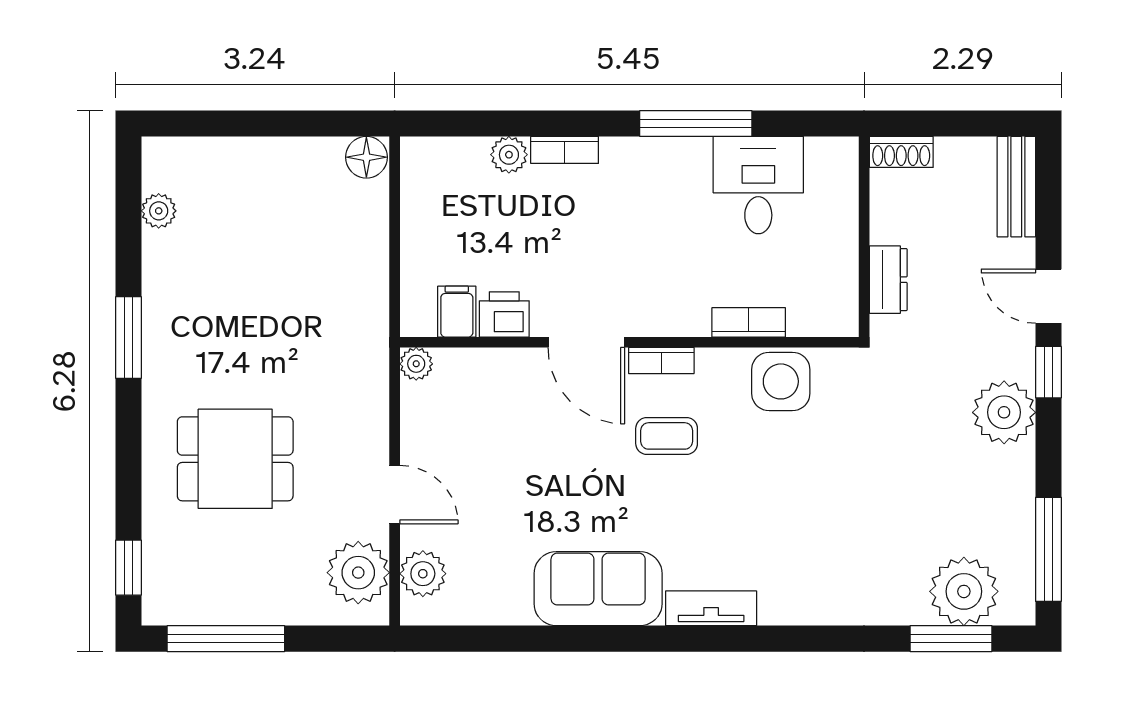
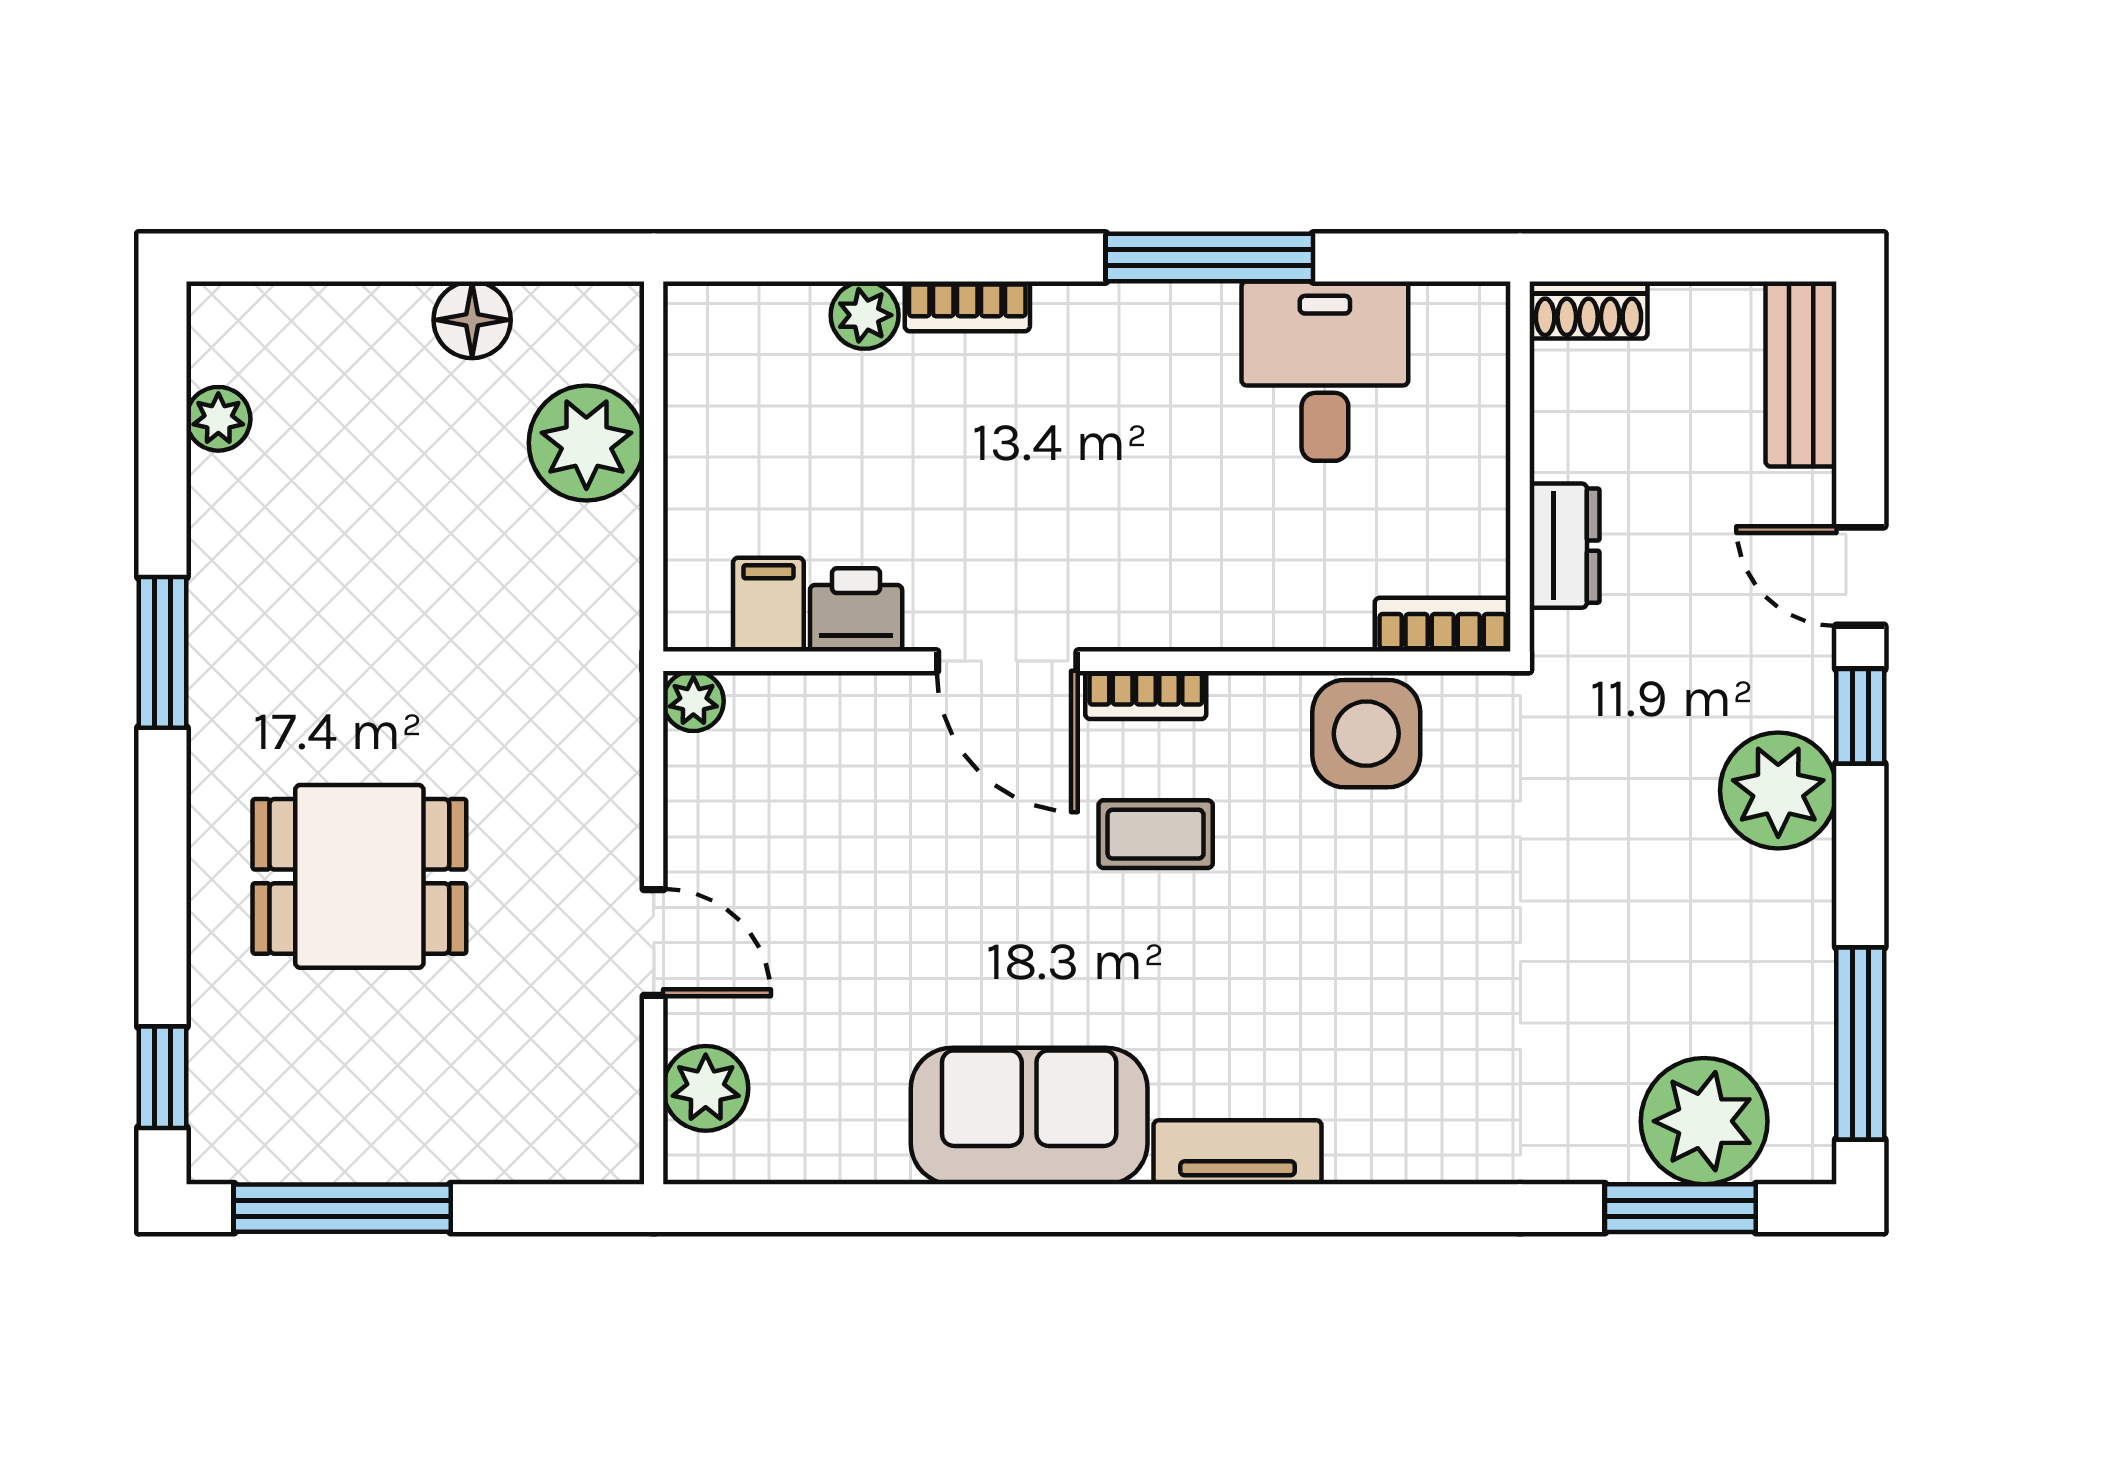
floor lamp: (366, 157) -> (472, 320), moved
bookcase: (749, 322) -> (1443, 625), moved
plant: (358, 573) -> (586, 443), moved

